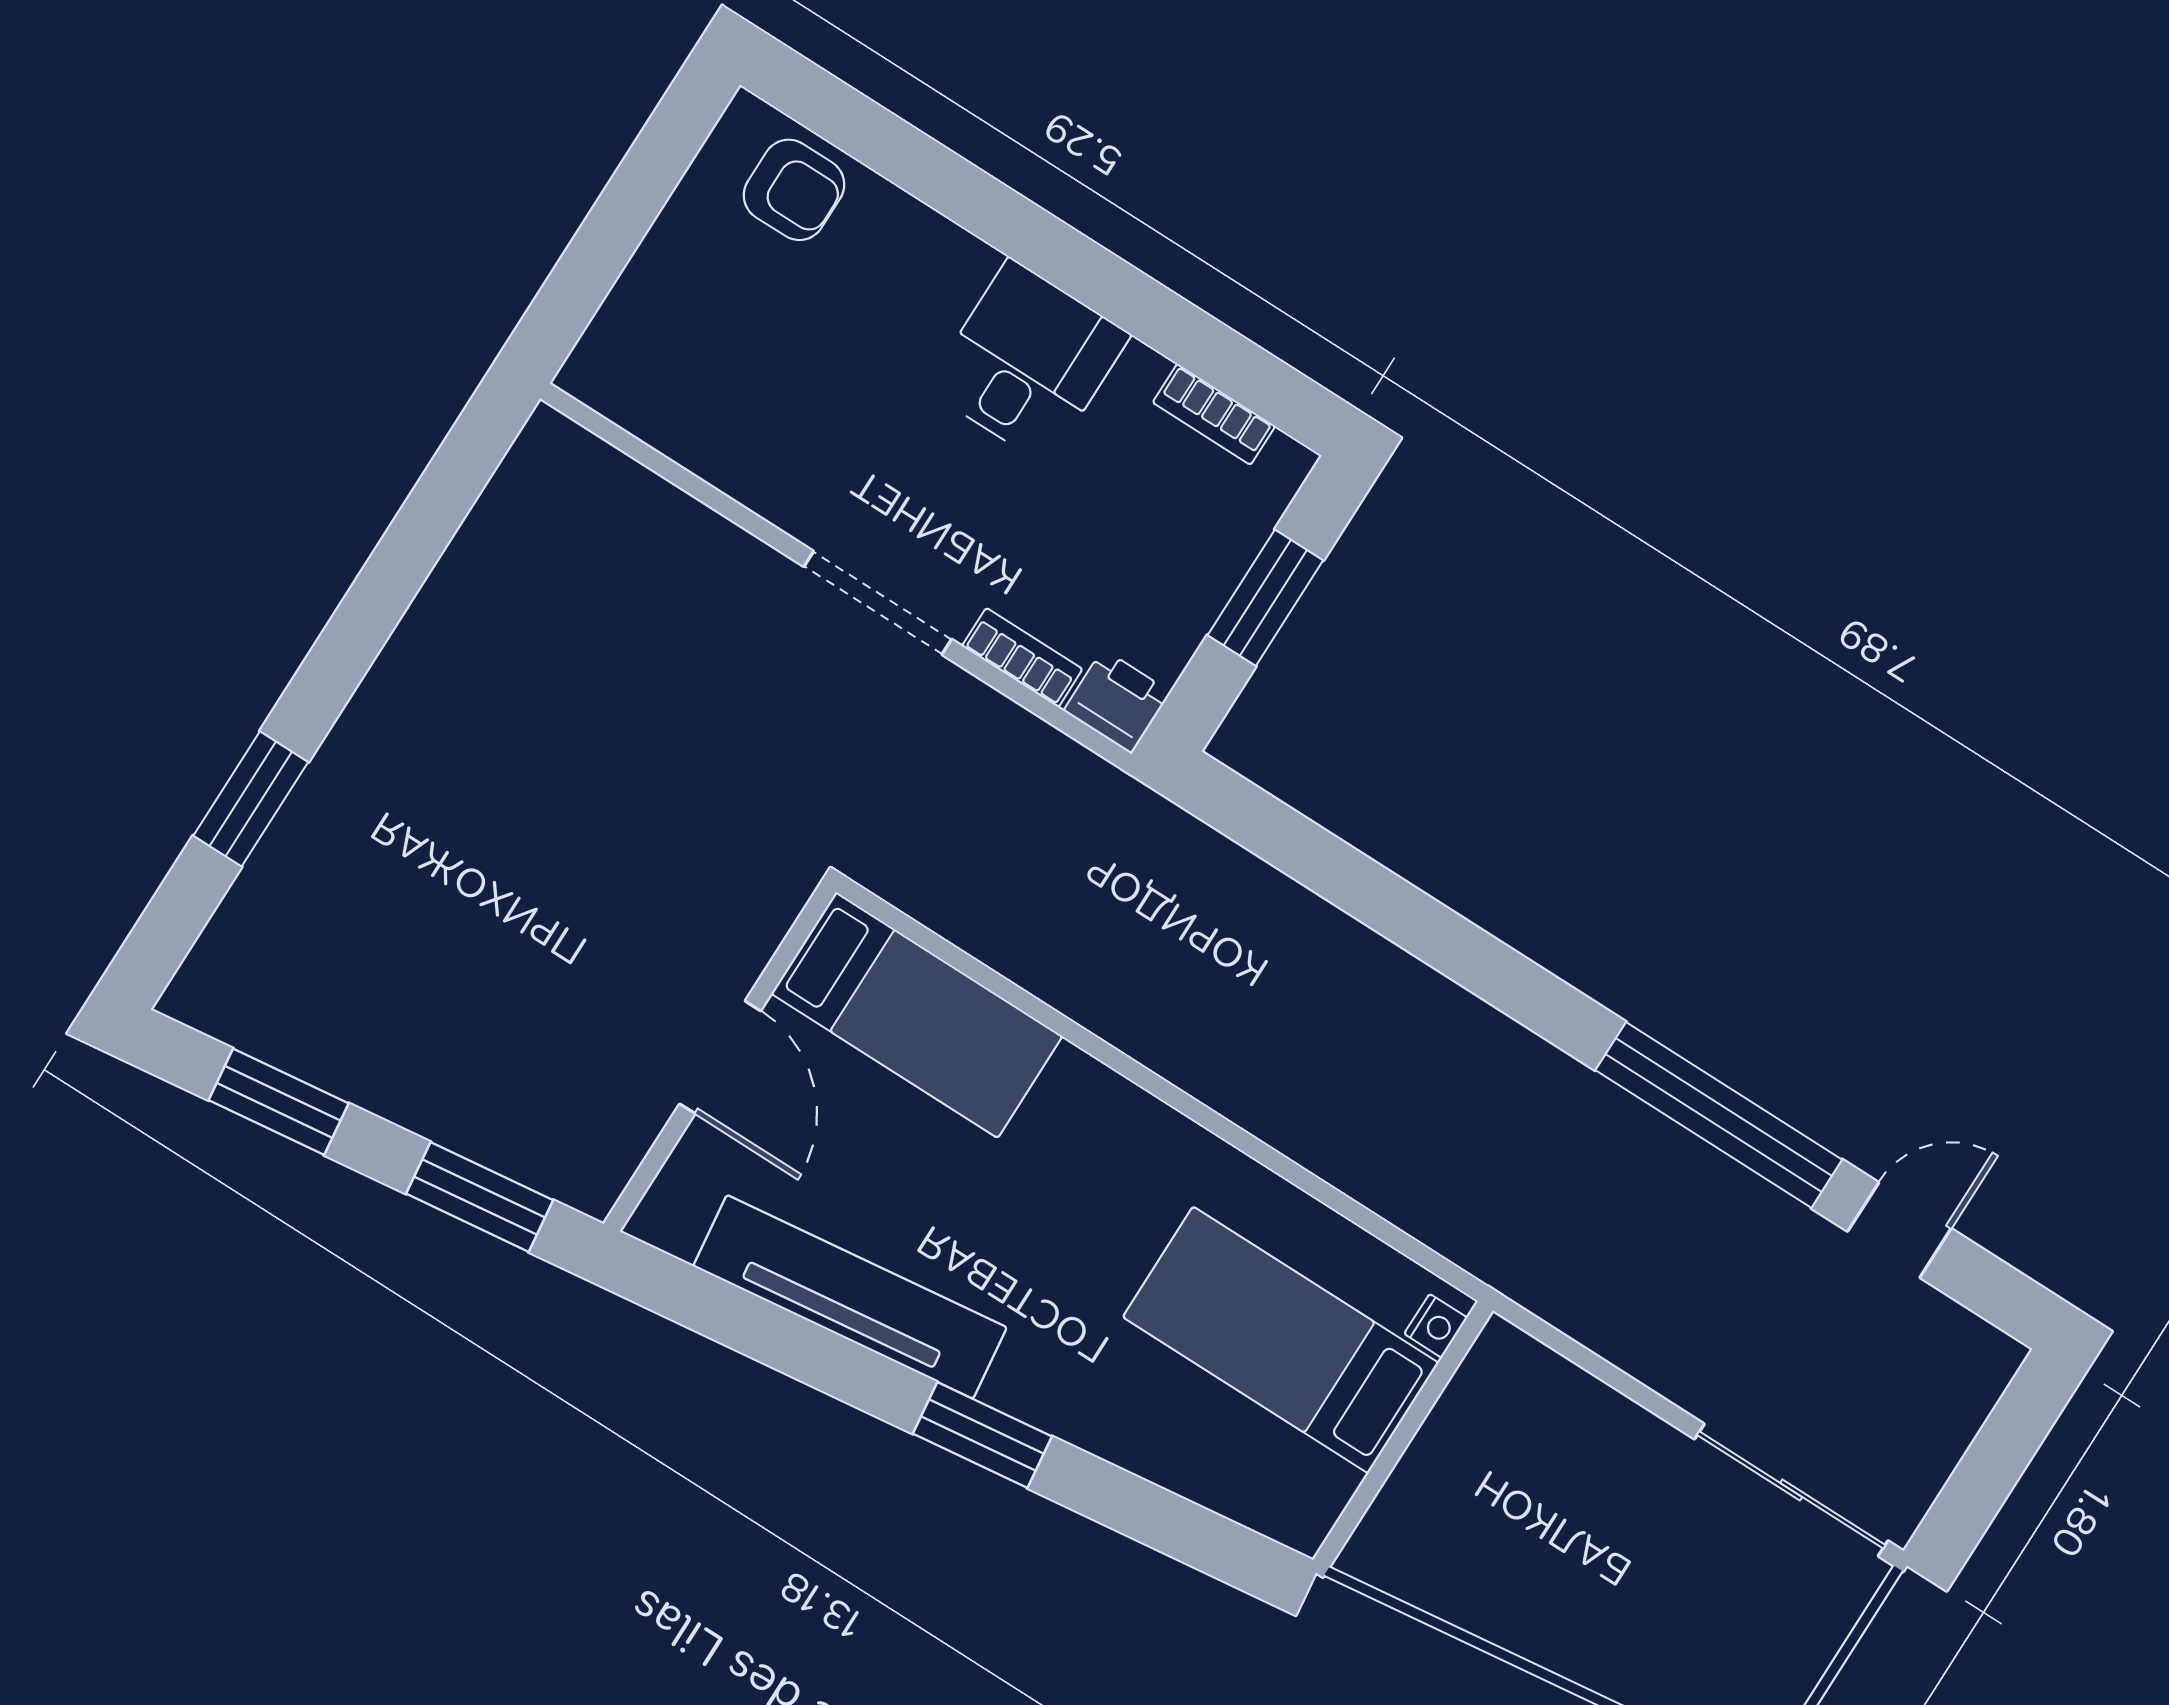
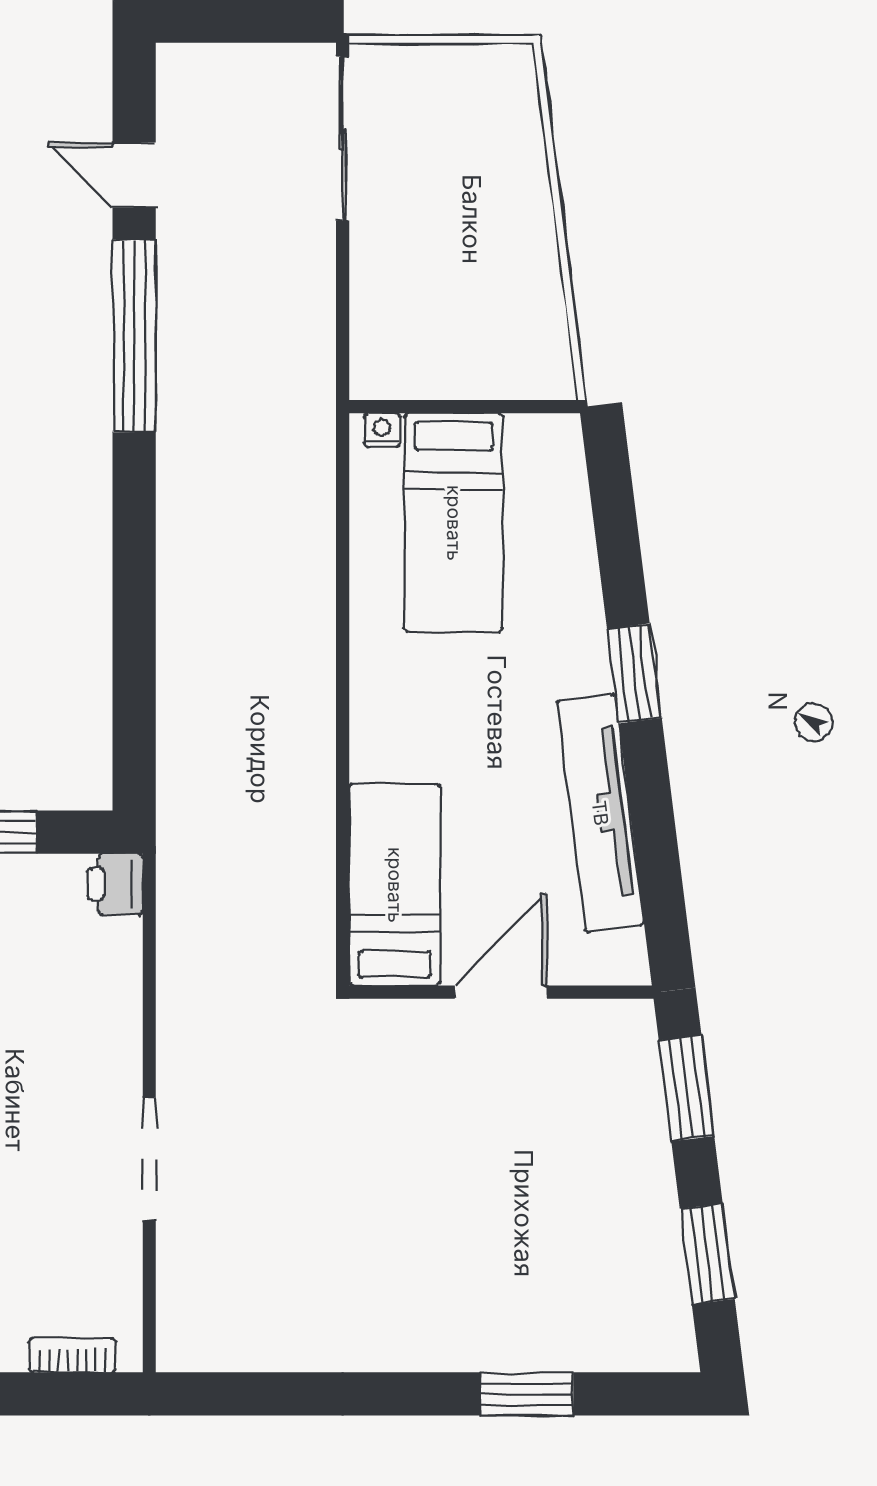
doorway: (878, 603) -> (149, 1159), moved
bookcase: (1022, 658) -> (72, 1355), moved, turned 90

